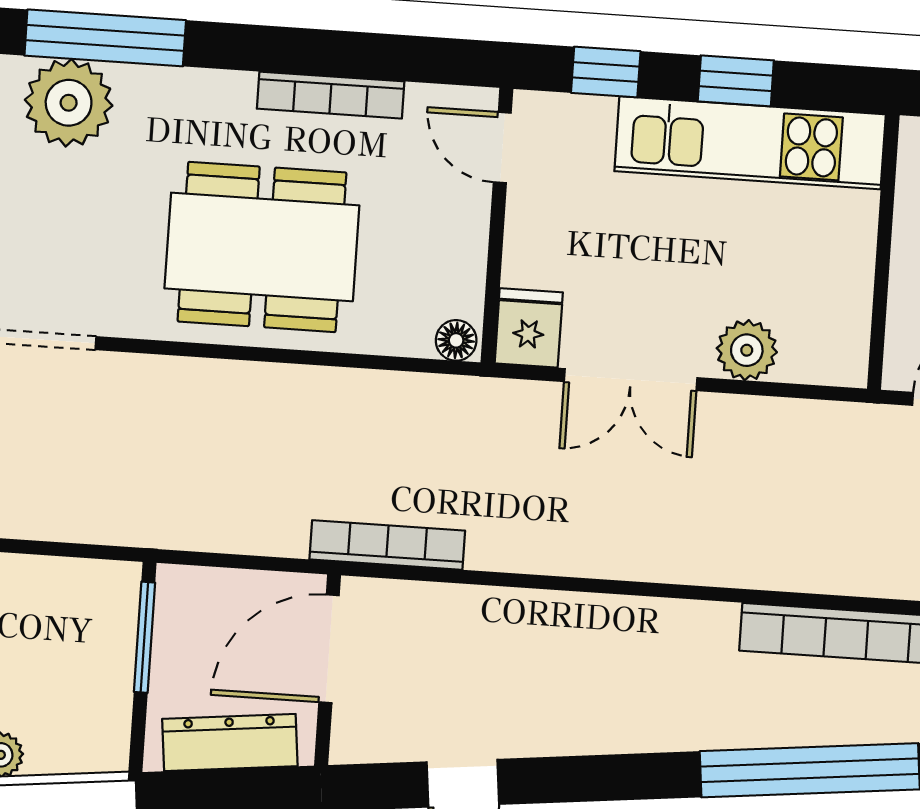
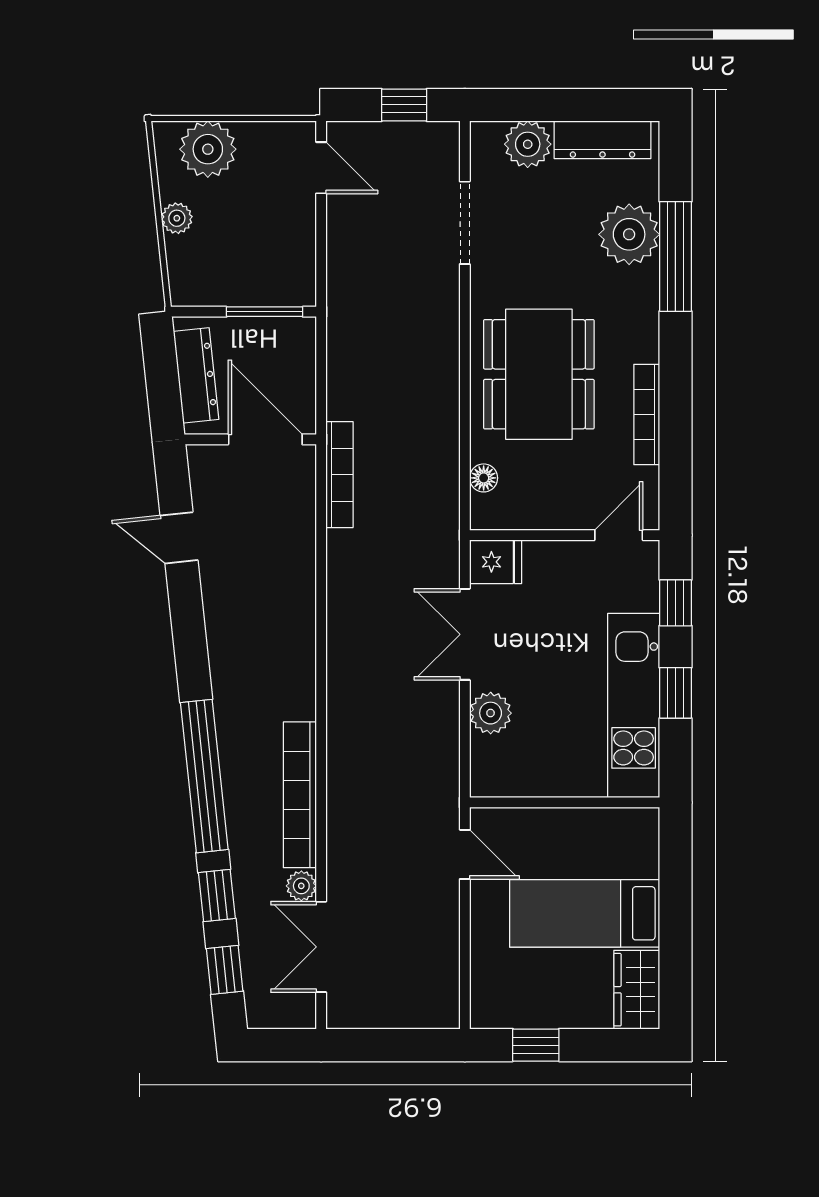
floor lamp: (456, 340) -> (484, 478), moved

